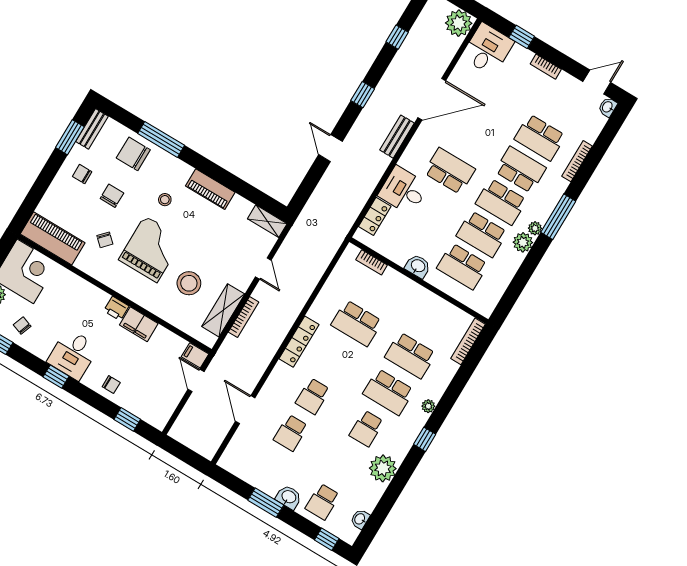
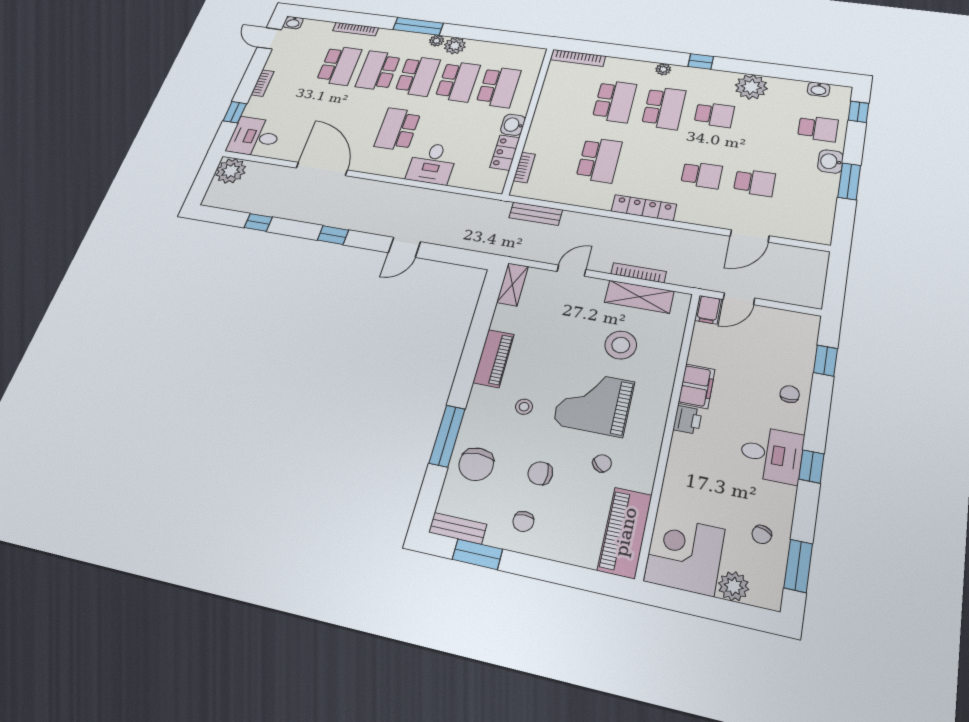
bench: (397, 137) -> (536, 214), moved
locker: (375, 216) -> (505, 153), moved, turned -90

